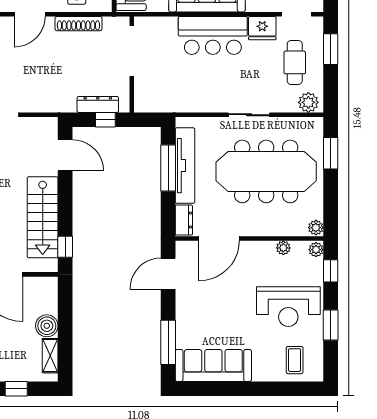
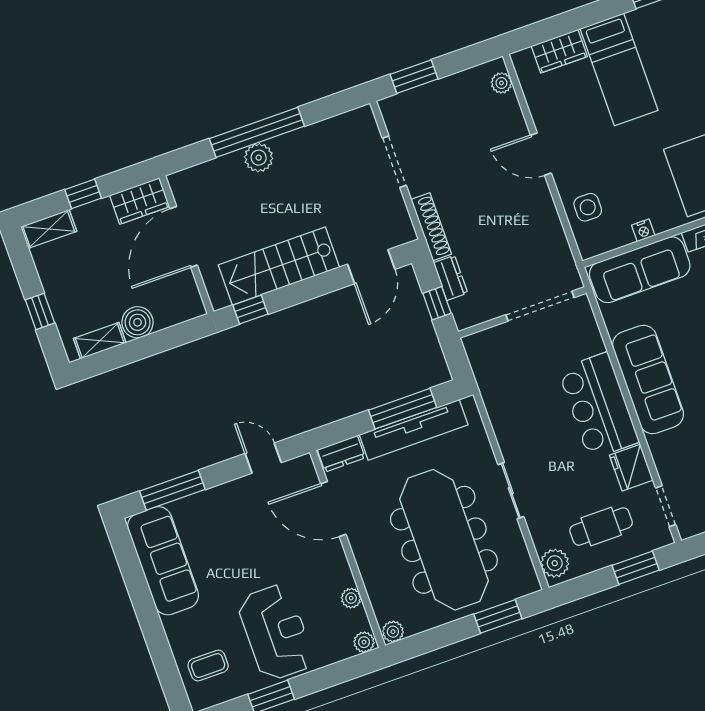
shoe rack: (78, 24) -> (431, 227), moved, turned 180
dresser: (98, 104) -> (451, 278), width x0.70
window: (331, 271) -> (343, 671), removed
door: (168, 274) -> (263, 458), width x0.73
reception desk: (288, 307) -> (276, 632), turned 180

